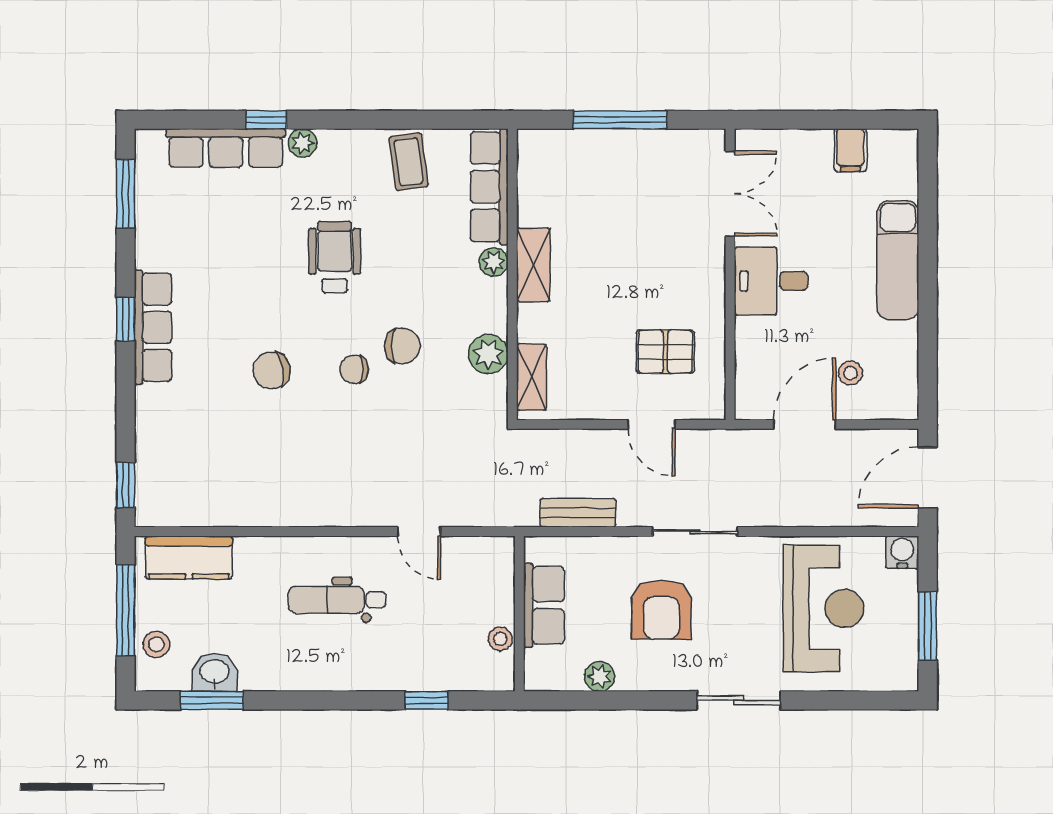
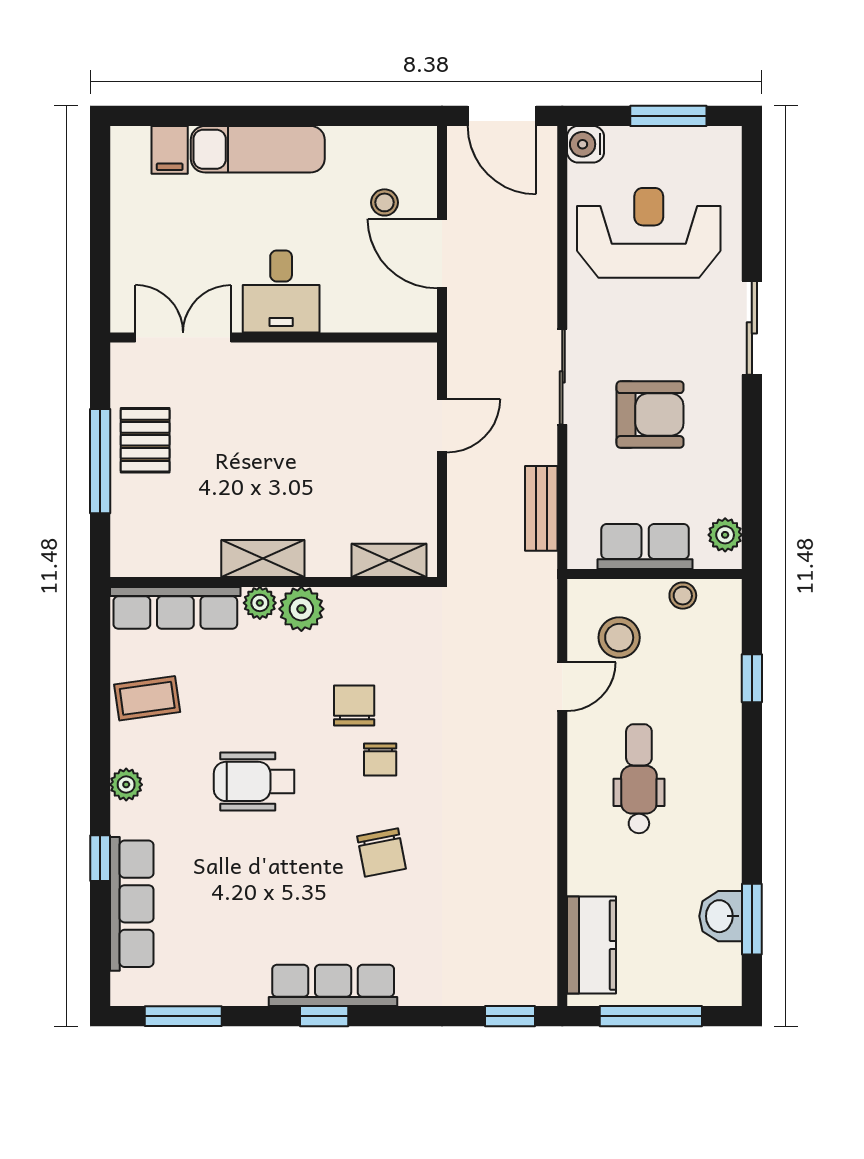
plant: (302, 143) -> (126, 785), moved
filing cabinet: (850, 150) -> (170, 150), moved, turned 90
pallet: (665, 352) -> (145, 440), moved
plant: (488, 354) -> (301, 609), moved
dental chair: (337, 600) -> (639, 779), turned 180
stool: (156, 644) -> (619, 638), moved, width x1.37, depth x1.37
plant: (600, 677) -> (725, 535), moved

